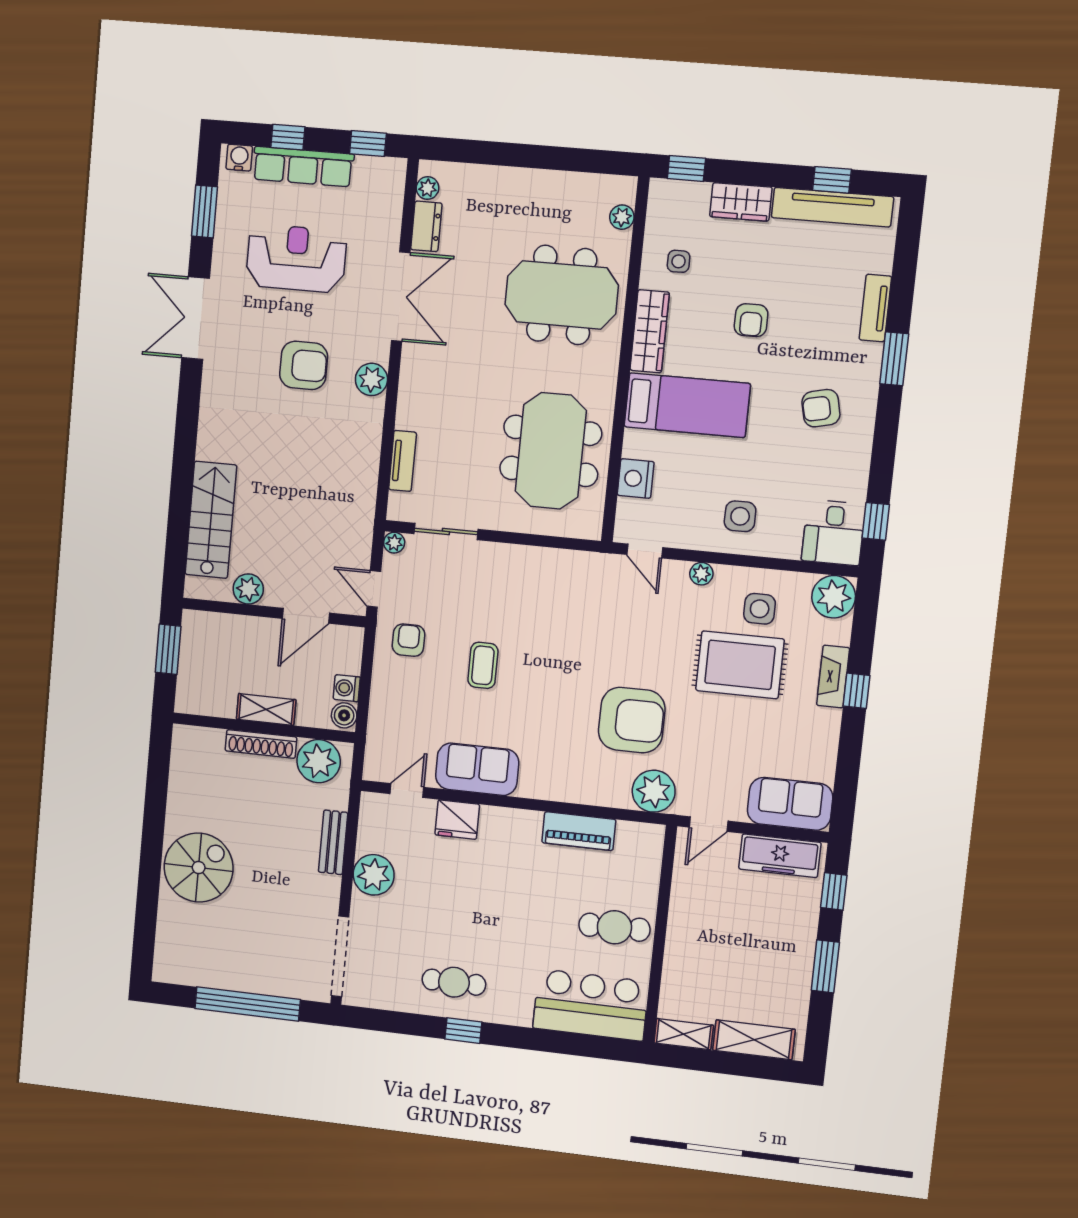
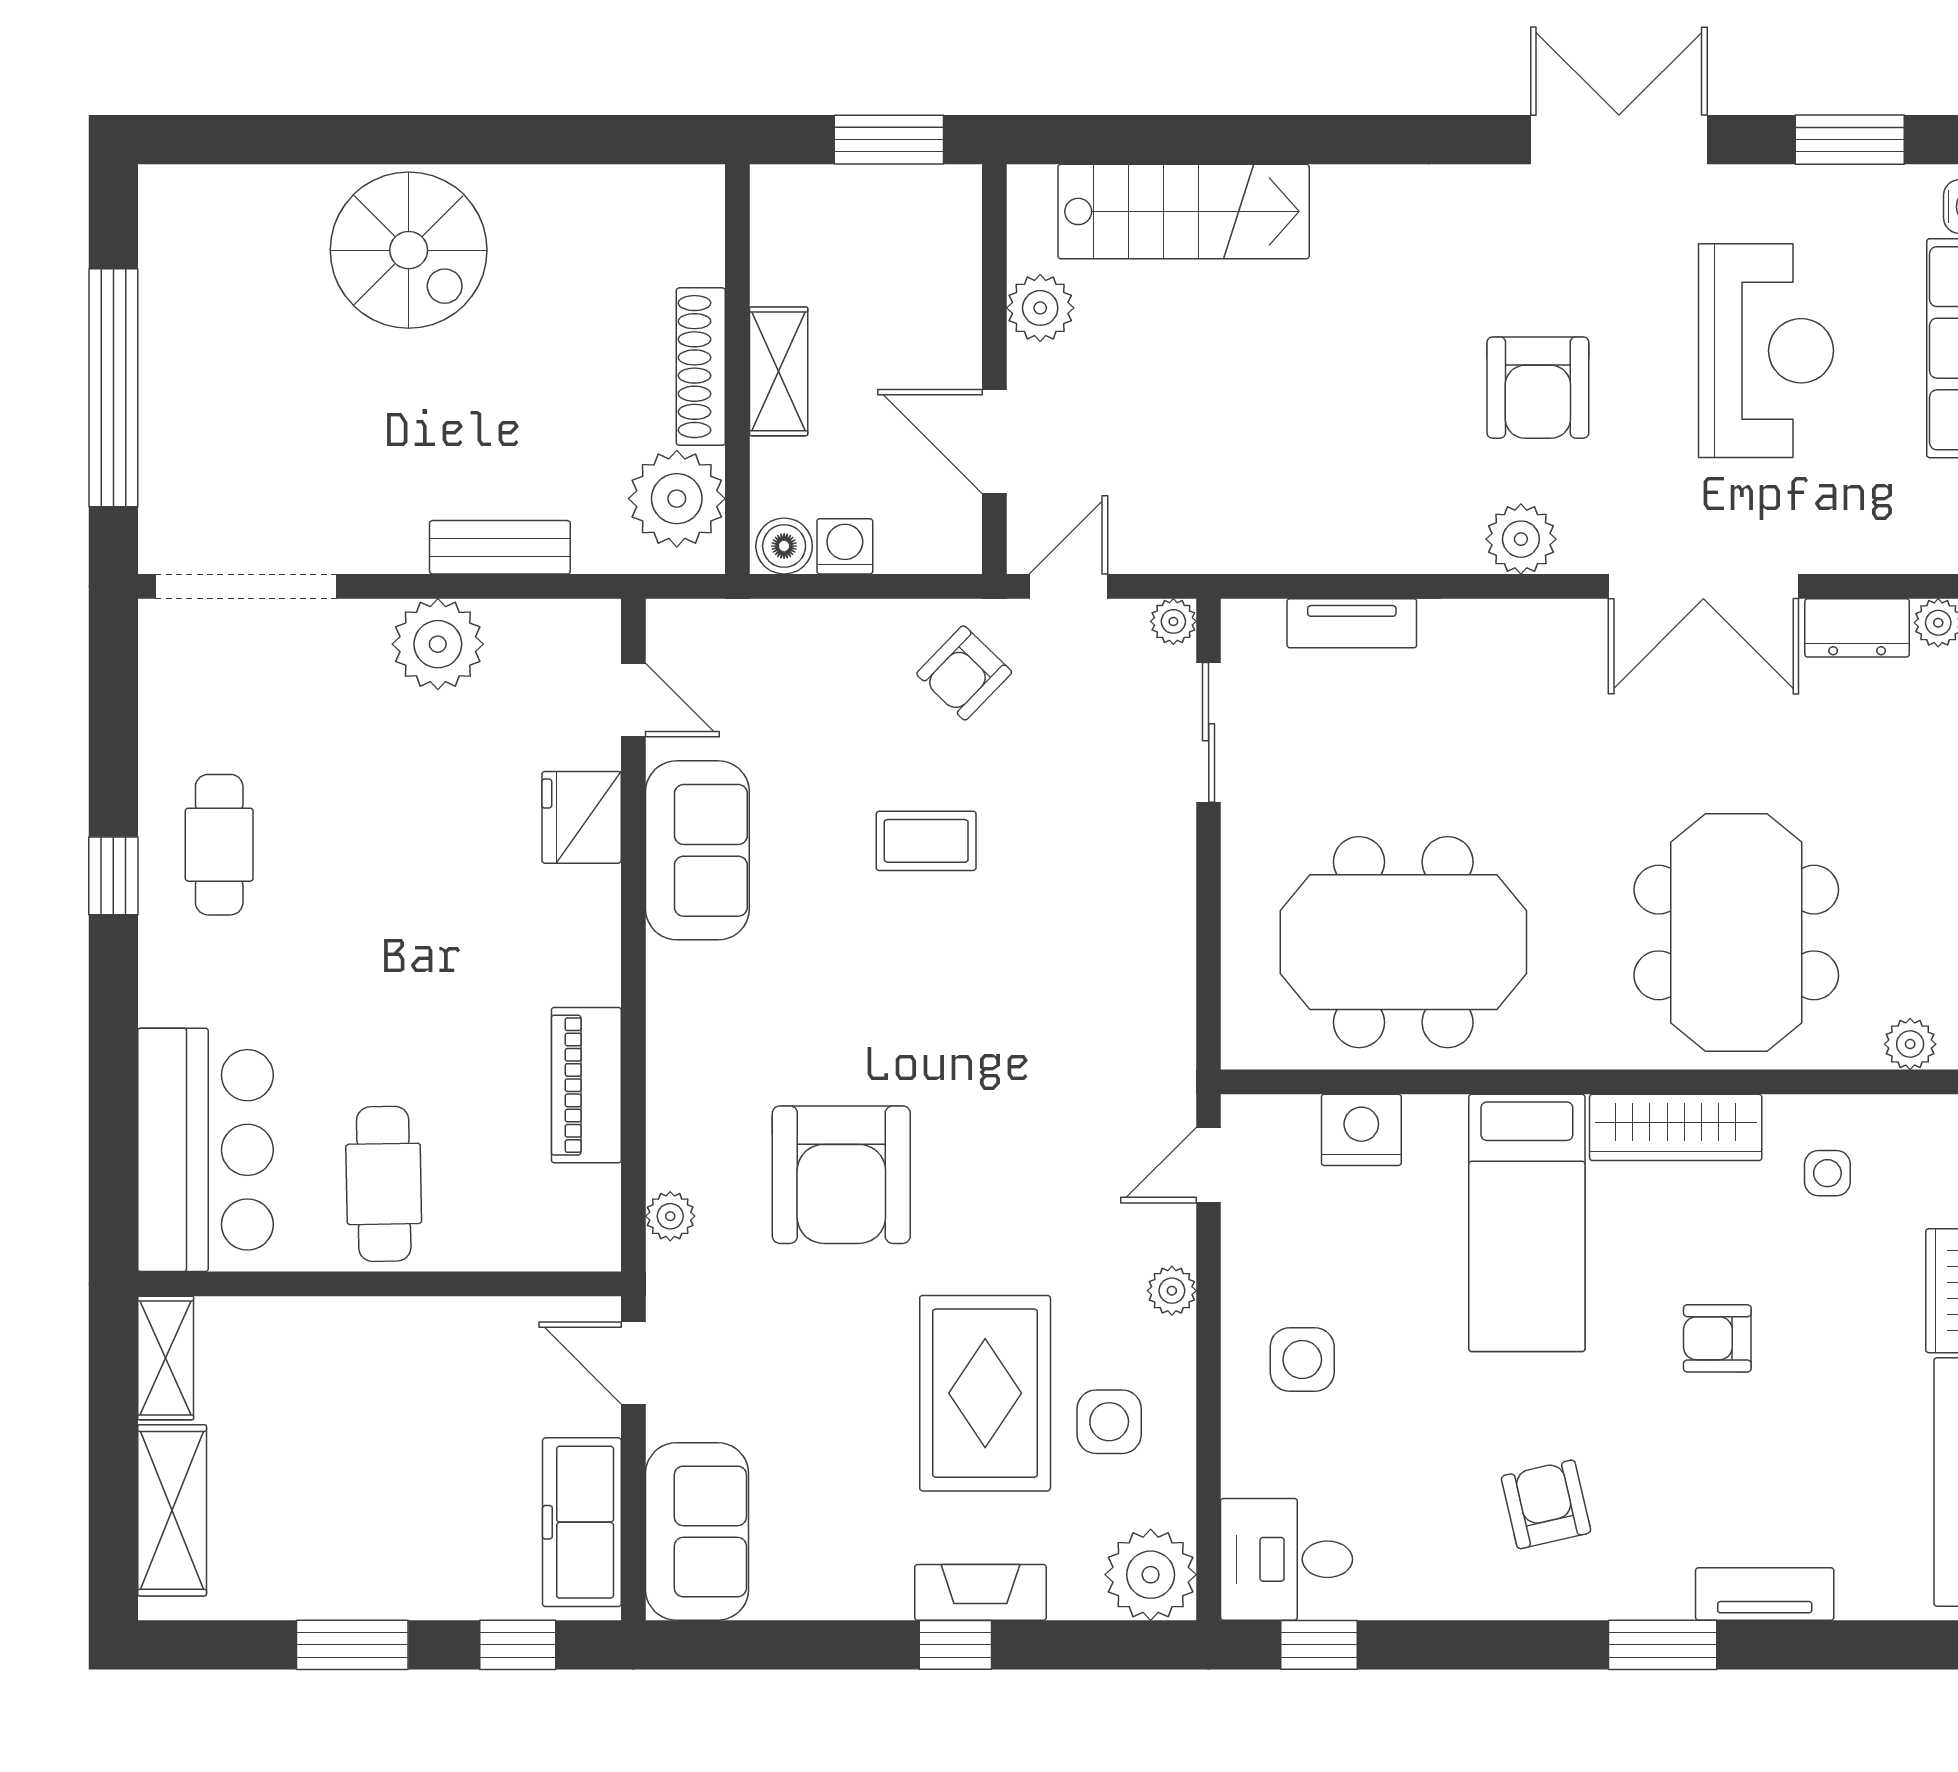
armchair: (409, 640) -> (964, 673), turned 134
plant: (654, 791) -> (670, 1216), width x0.53, depth x0.53

